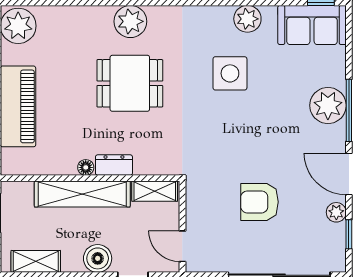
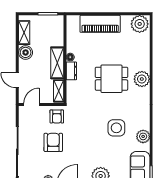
dining table: (130, 83) -> (111, 79), turned 90
shelving: (82, 194) -> (57, 63), width x0.68
armchair: (207, 195) -> (57, 116), added
boiler: (98, 258) -> (26, 52), moved

